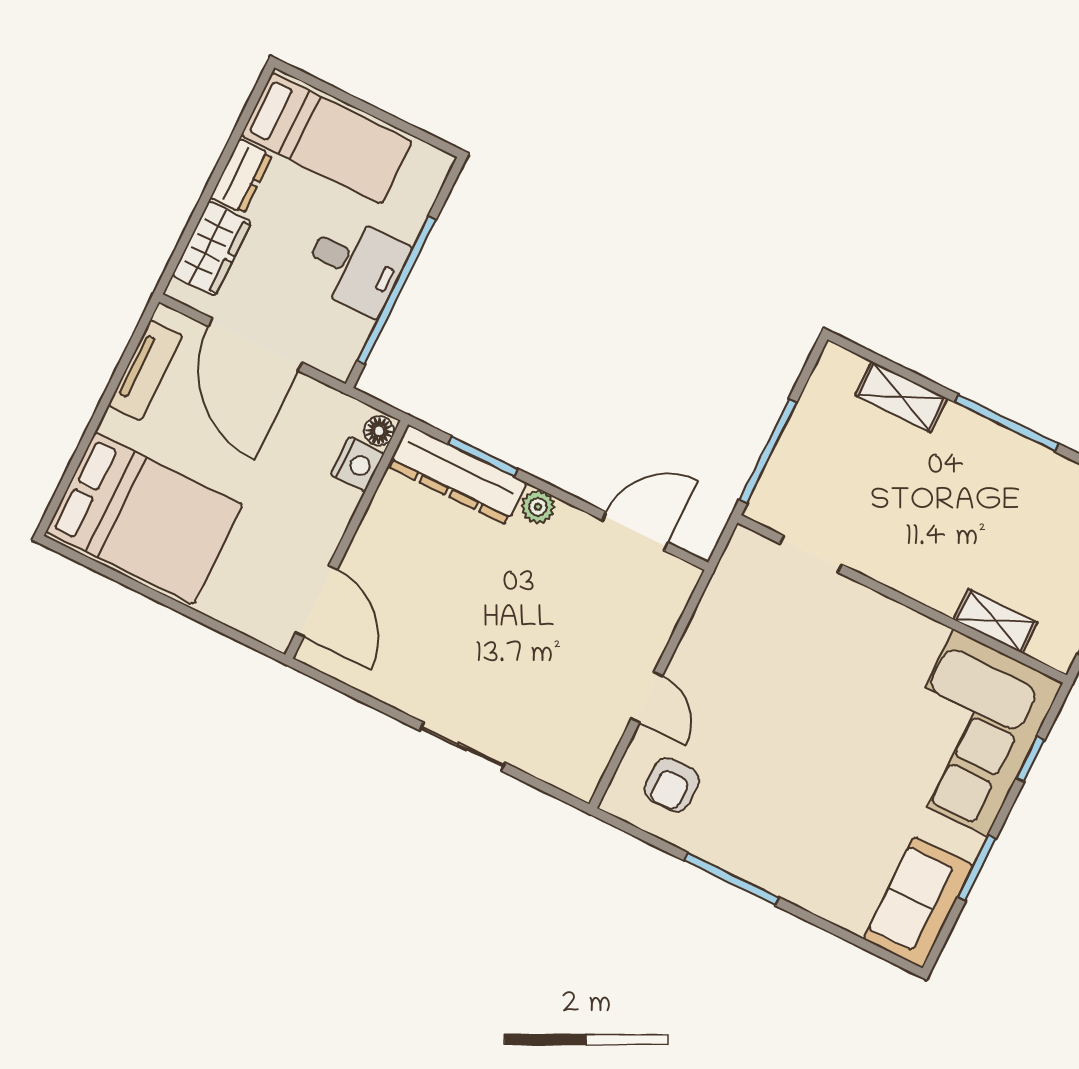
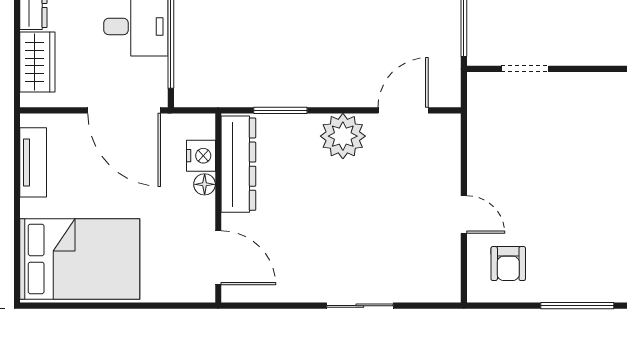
door: (255, 344) -> (124, 110), moved
floor lamp: (379, 431) -> (205, 184), moved
dresser: (457, 475) -> (238, 164), moved, turned -90
plant: (538, 507) -> (343, 136), width x1.87, depth x1.87

